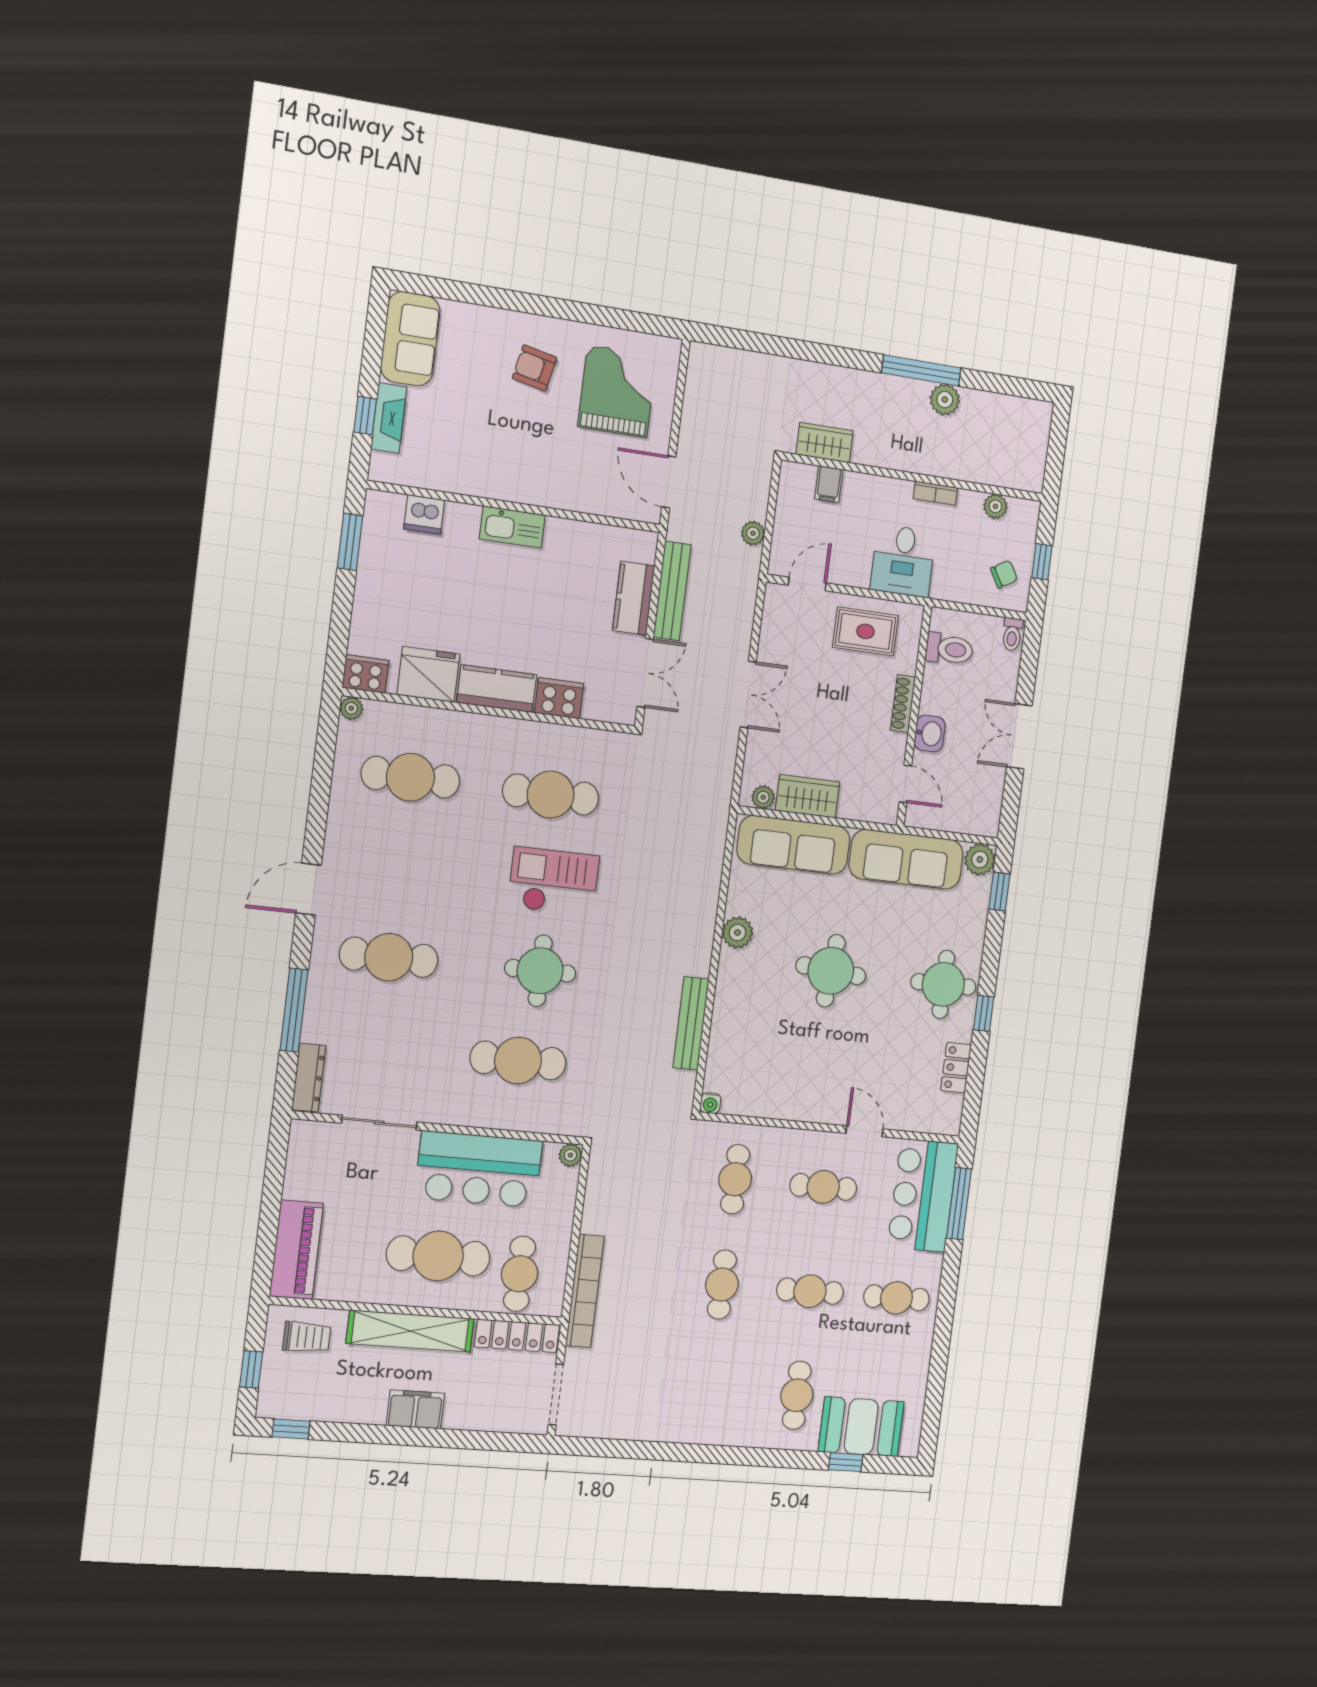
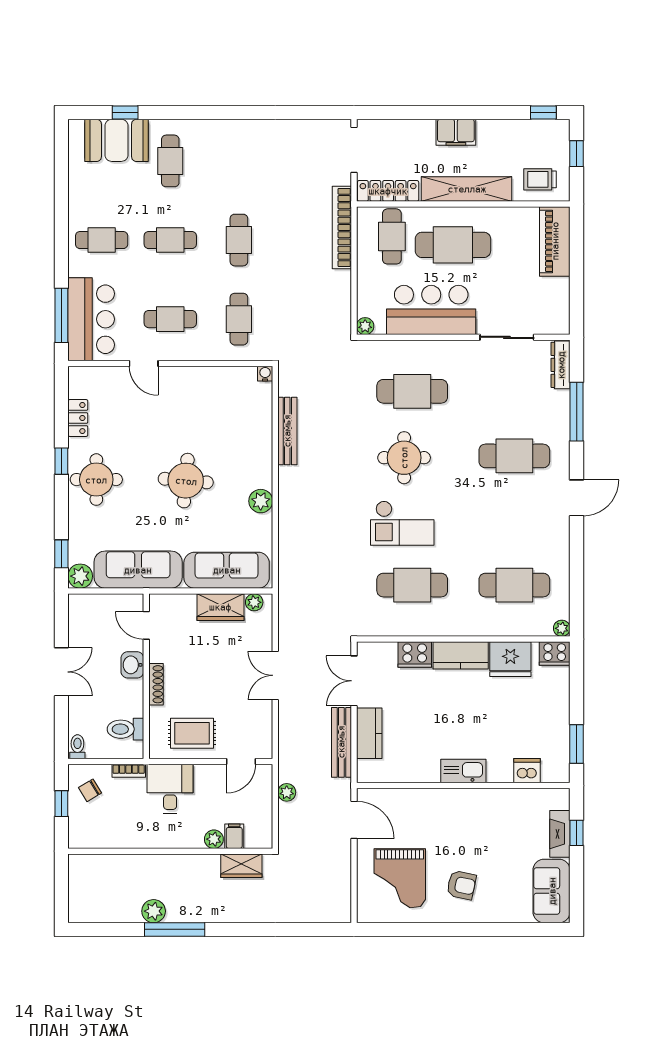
bookcase: (935, 493) -> (129, 771), moved, turned 180
plant: (995, 506) -> (214, 839), moved

